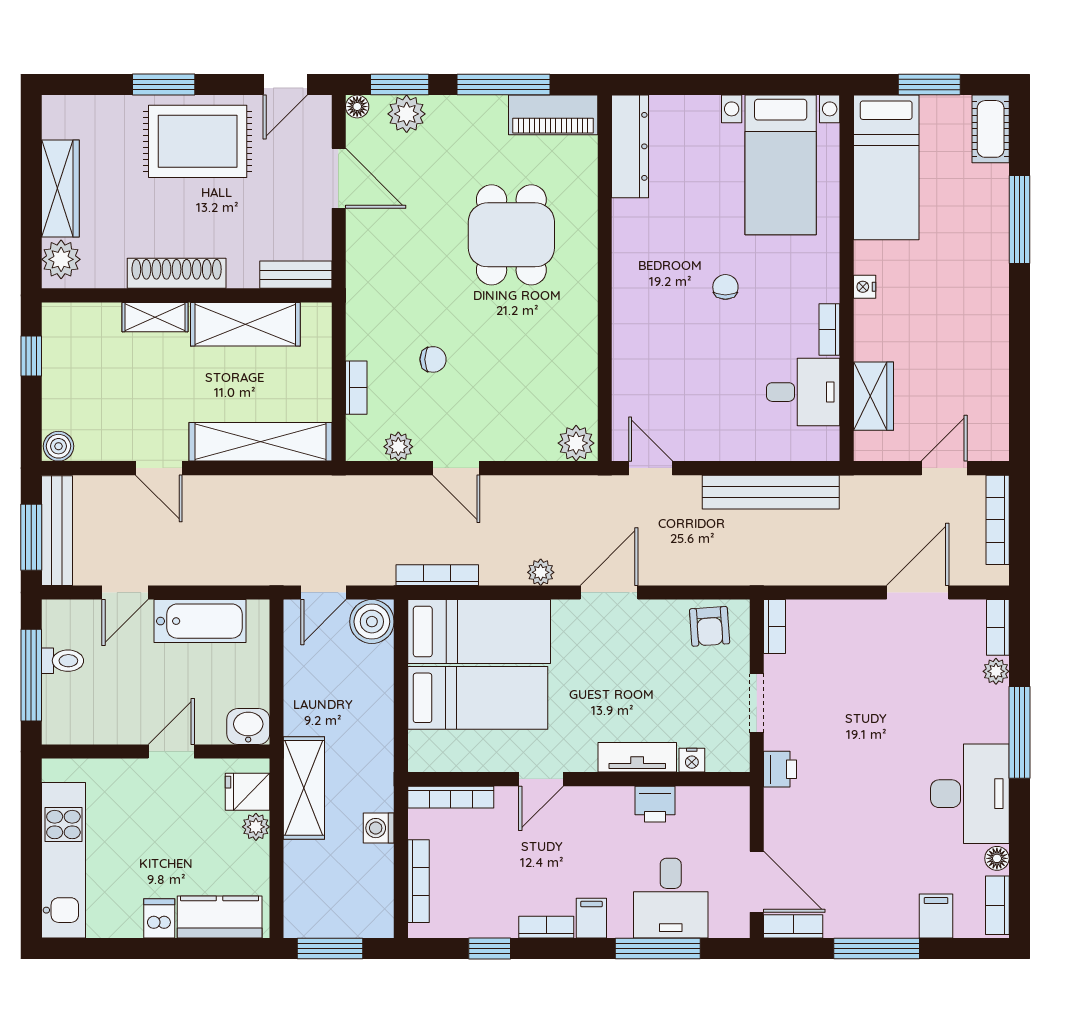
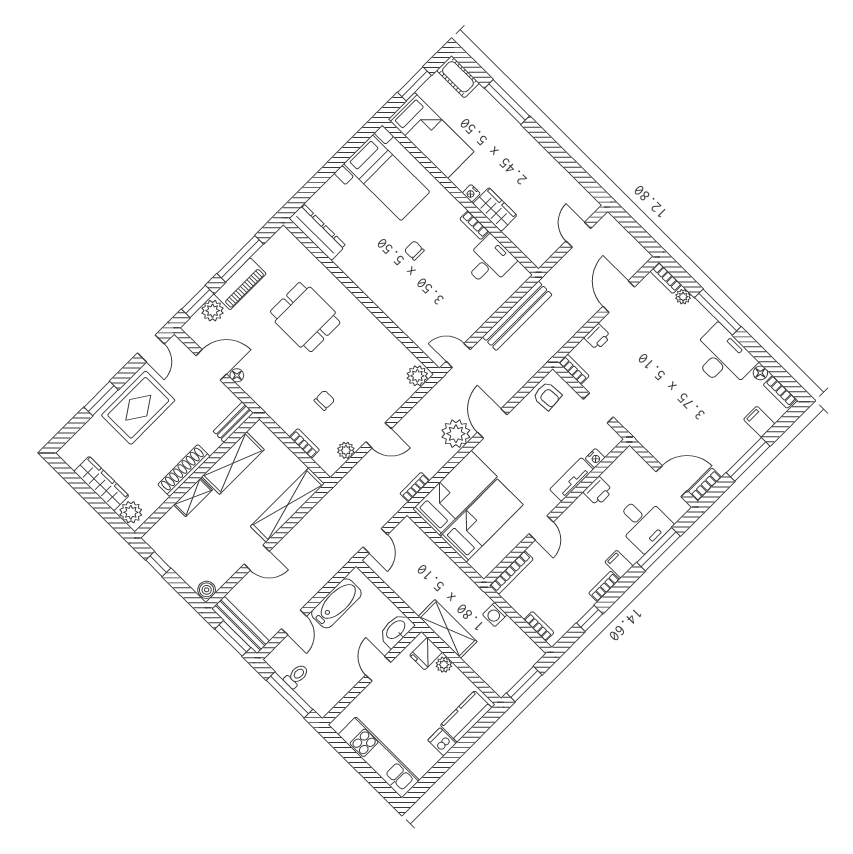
floor lamp: (357, 107) -> (237, 375), moved
piano: (553, 115) -> (240, 284), moved
wardrobe: (873, 396) -> (495, 210), moved
bookcase: (998, 520) -> (622, 234), removed
plant: (541, 572) -> (456, 434), width x1.88, depth x1.88
bookcase: (437, 575) -> (415, 487), width x0.64
boiler: (372, 622) -> (407, 533), removed
washbasin: (248, 727) -> (396, 630), width x1.38
printer: (780, 769) -> (598, 337), moved, turned 90
bookcase: (418, 881) -> (539, 626), width x0.64

